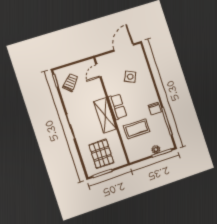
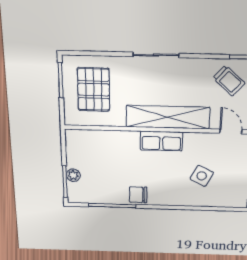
shelving: (105, 115) -> (168, 117), width x1.47
coffee table: (137, 129) -> (116, 158), removed
pallet: (101, 154) -> (94, 90), turned 90

